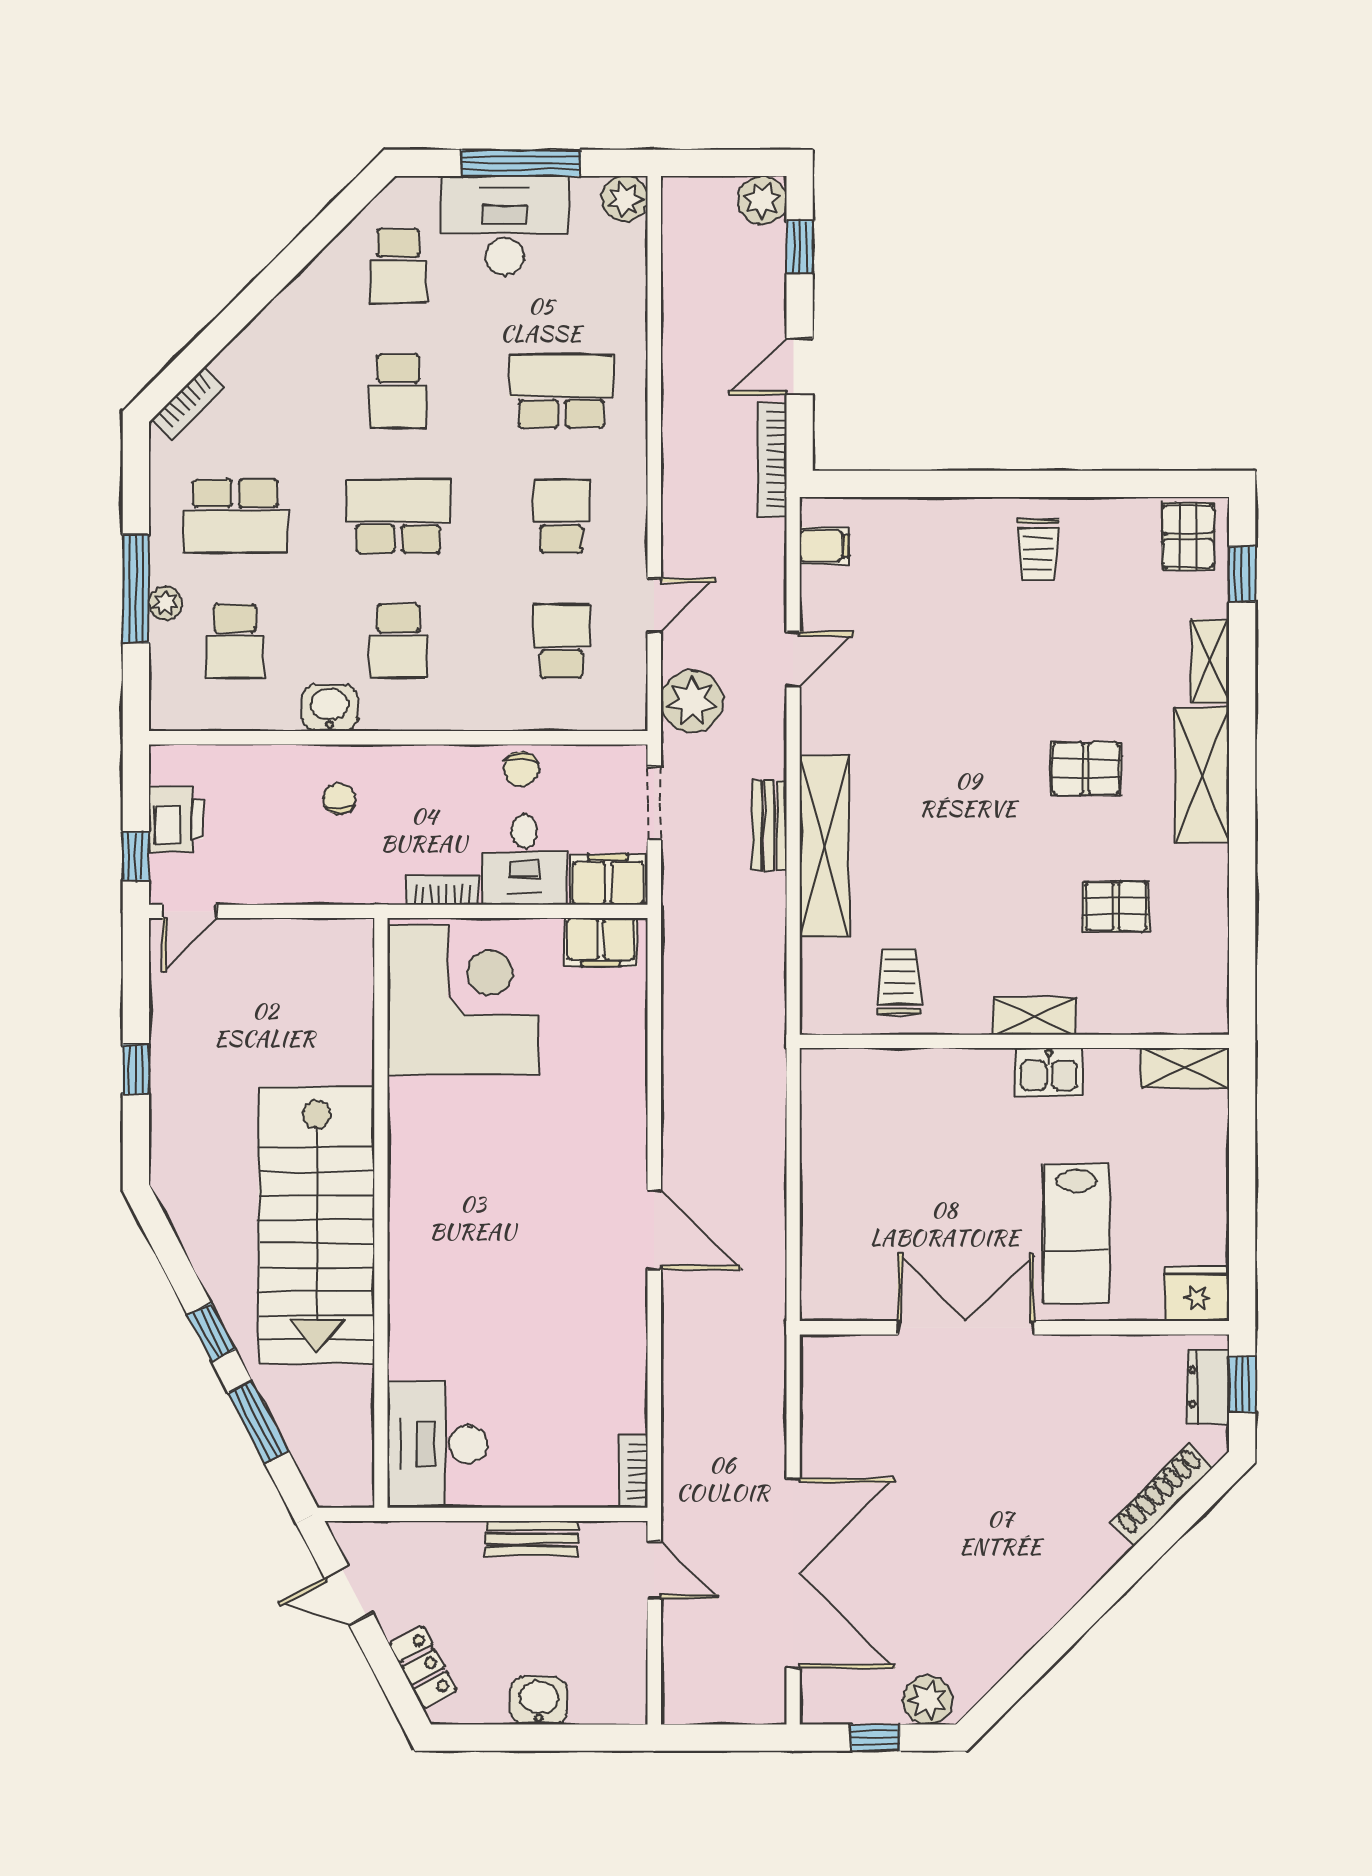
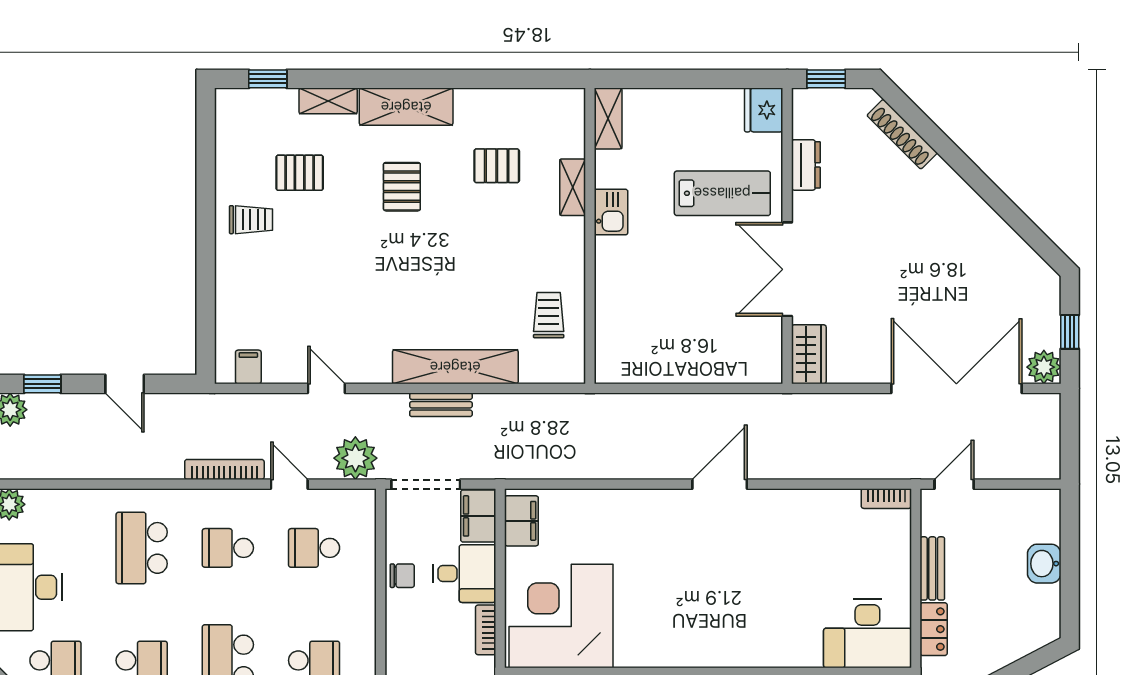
bookcase: (772, 460) -> (224, 469), moved, turned 180
pallet: (1188, 536) -> (300, 173), moved
doorway: (654, 803) -> (426, 484), width x1.38
pallet: (1116, 906) -> (497, 166), turned 90
trolley: (899, 982) -> (549, 315), turned 90
shelving: (1034, 1016) -> (573, 187), moved
wardrobe: (843, 1359) -> (809, 354), added
dresser: (1208, 1387) -> (806, 165), moved, turned -90
locker: (423, 1667) -> (934, 629), moved, turned 118
plant: (928, 1700) -> (1044, 367), moved

